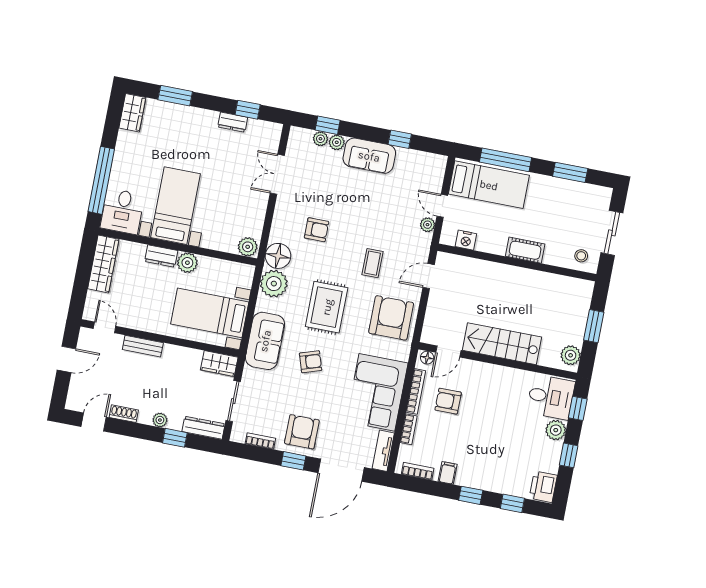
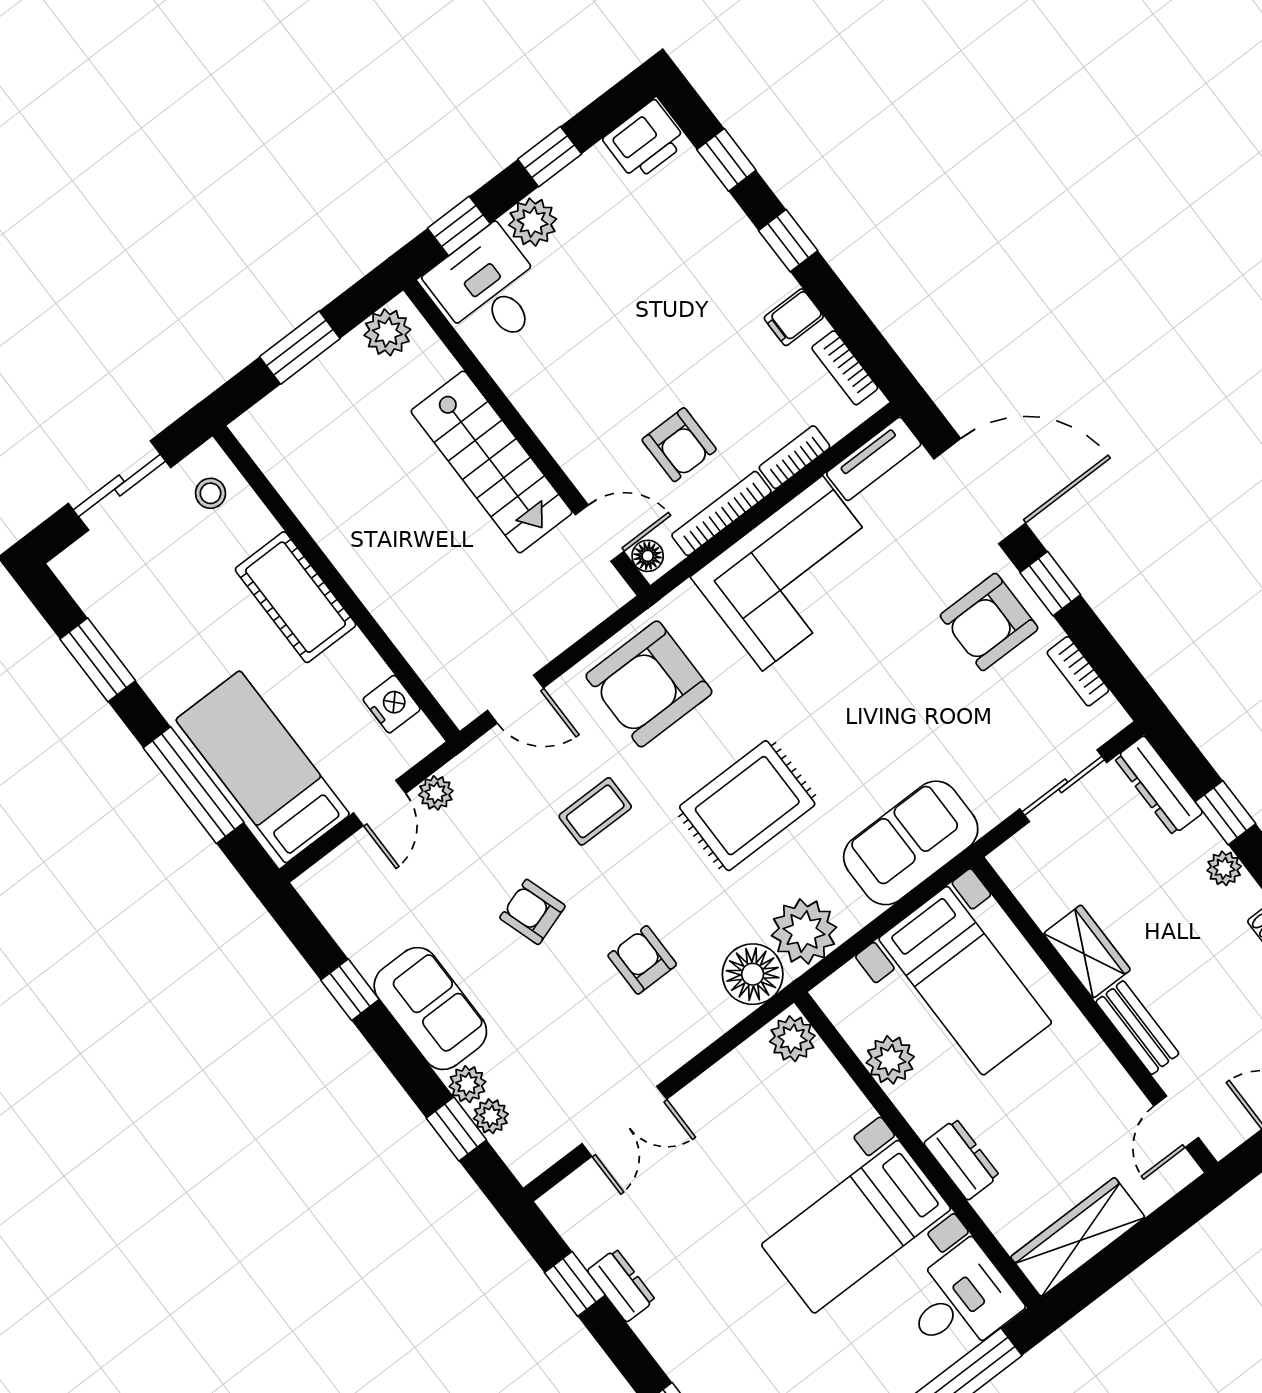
cot: (525, 250) -> (296, 597), width x1.37, depth x1.34
plant: (187, 263) -> (890, 1060), moved
armchair: (311, 362) -> (532, 912), moved
wardrobe: (219, 364) -> (1087, 952), moved

